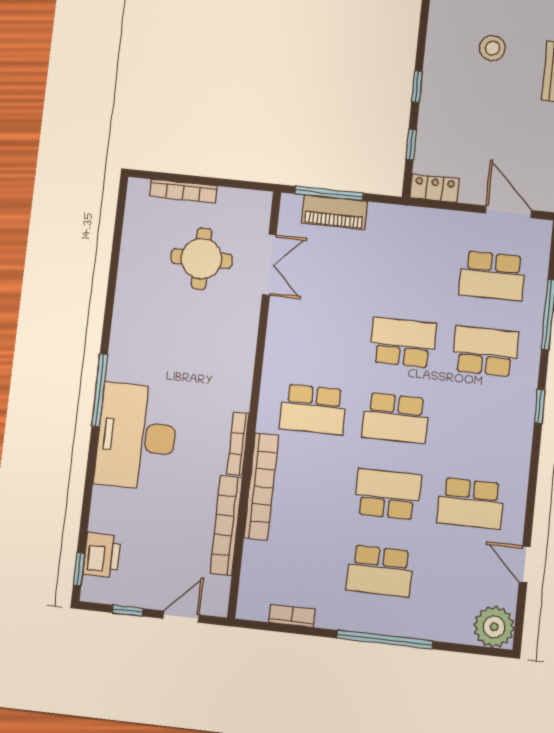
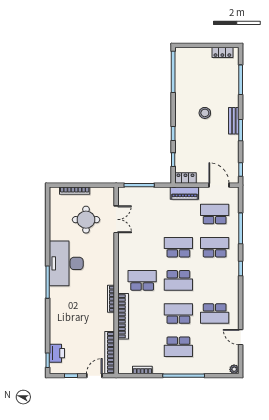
piano: (334, 212) -> (184, 193), moved
school desk: (493, 276) -> (215, 214), turned 180
school desk: (313, 409) -> (142, 280), turned 180
desk: (137, 437) -> (66, 263), moved
bookcase: (226, 525) -> (110, 353), moved
plant: (494, 627) -> (234, 369), width x0.53, depth x0.53

